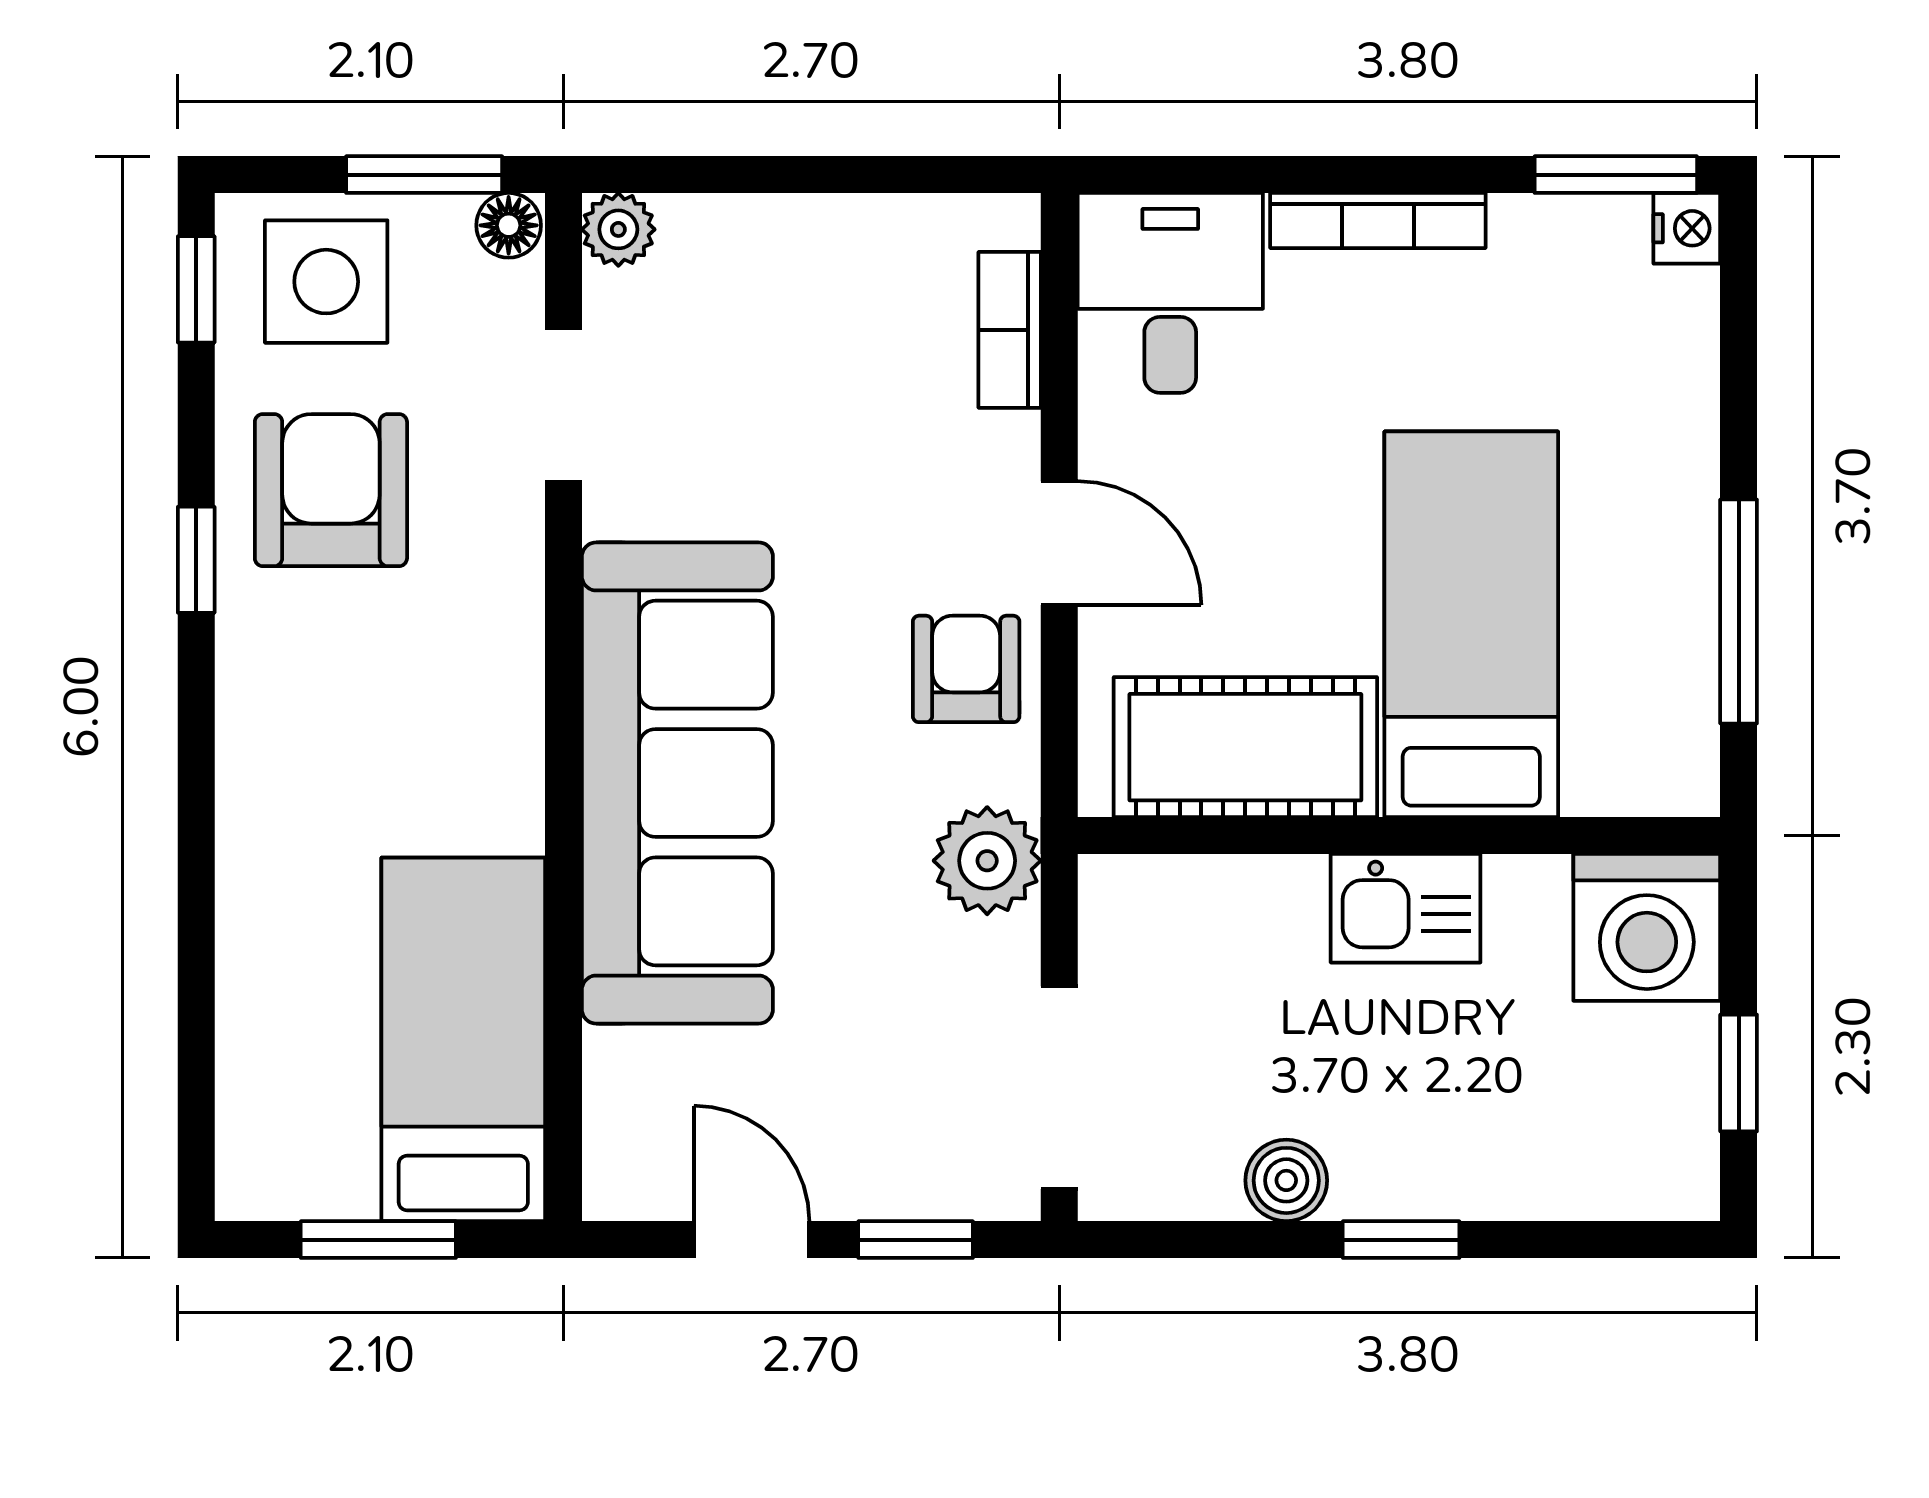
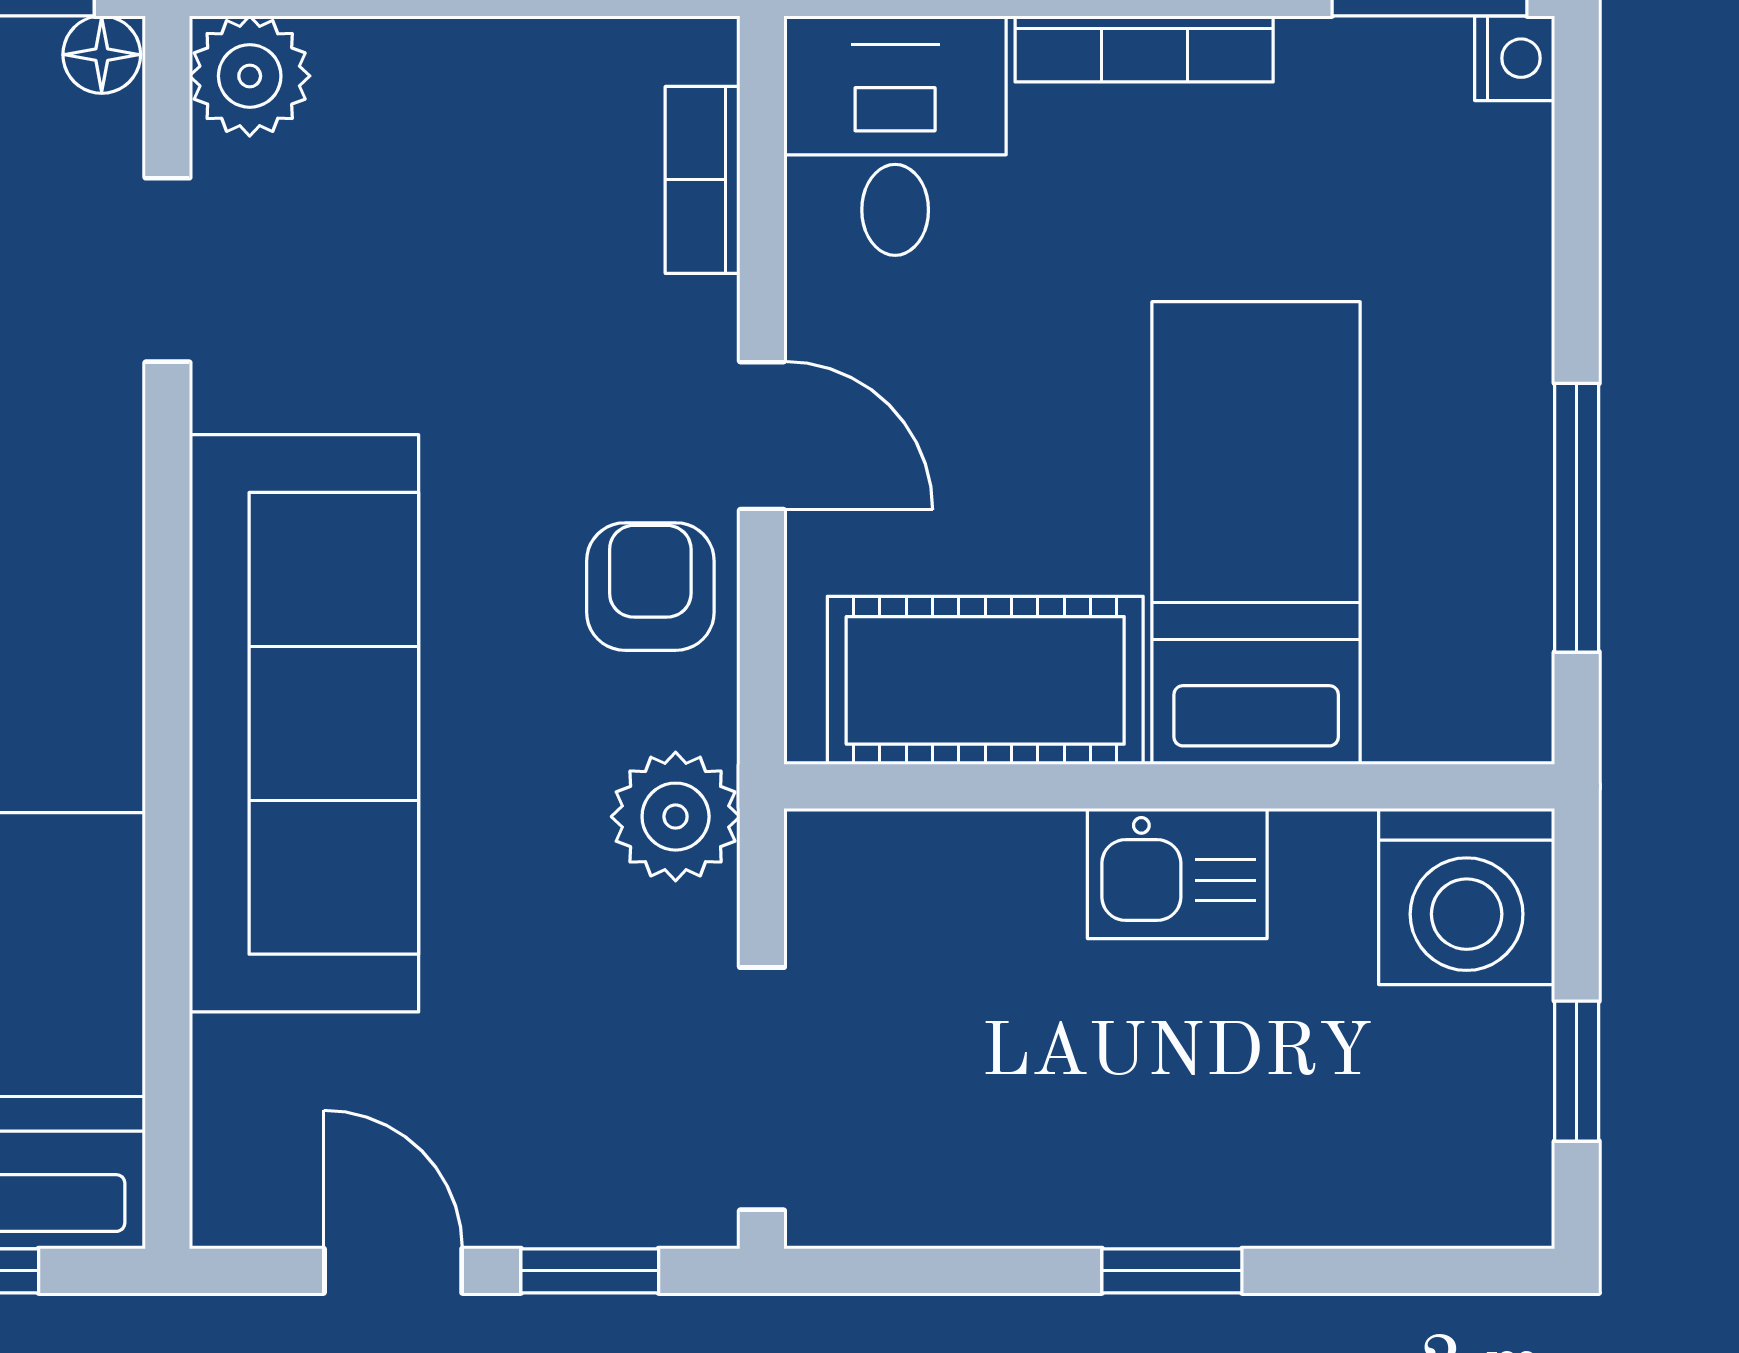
plant: (618, 229) -> (250, 76), width x1.38, depth x1.38
boiler: (1286, 1180) -> (1034, 1200), removed

